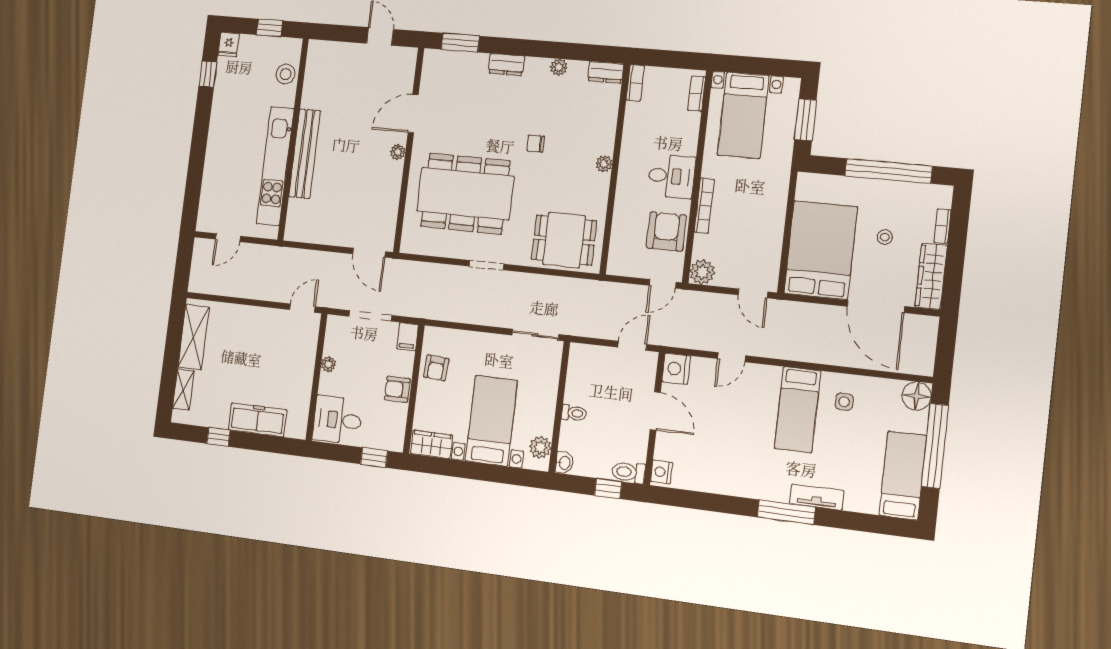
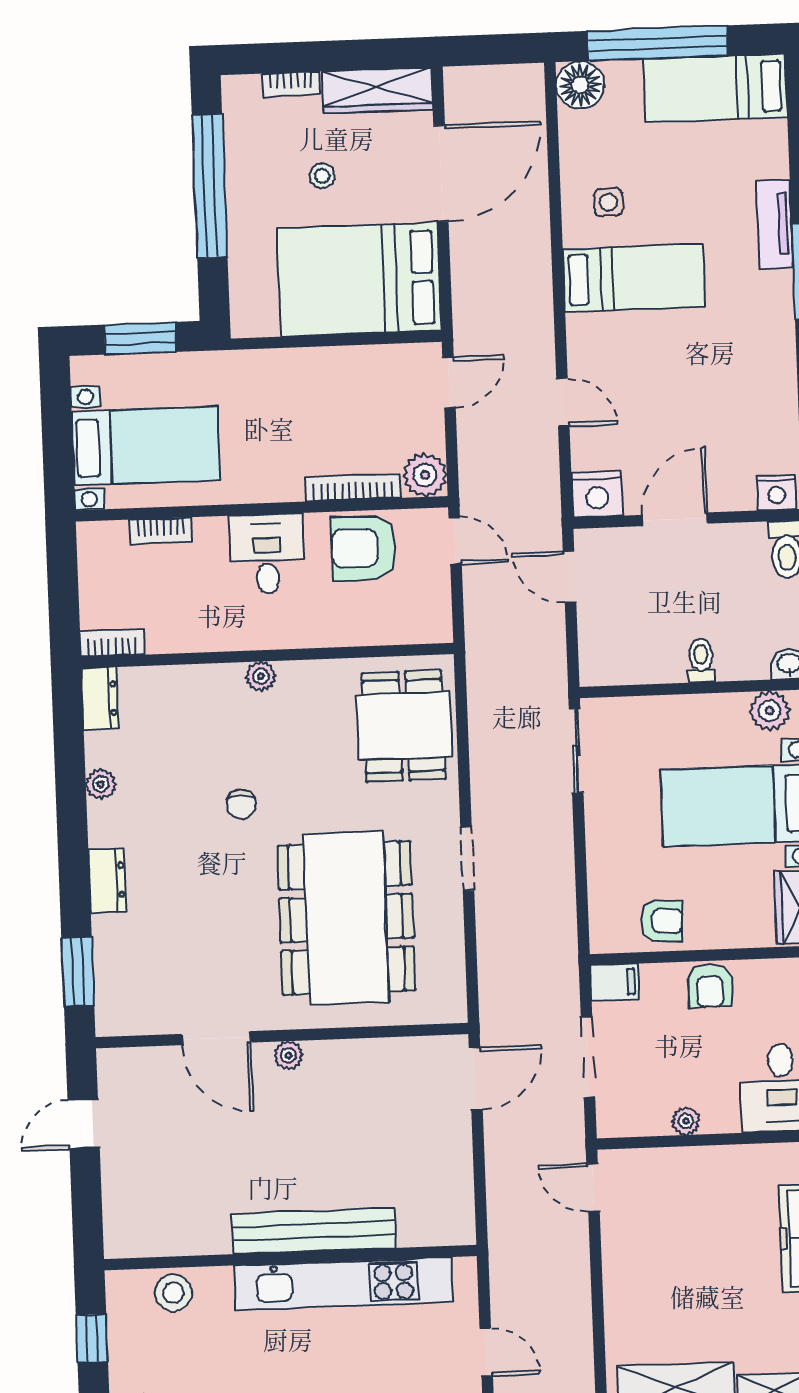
bookcase: (697, 94) -> (161, 531), moved
bookcase: (704, 206) -> (353, 487), moved

